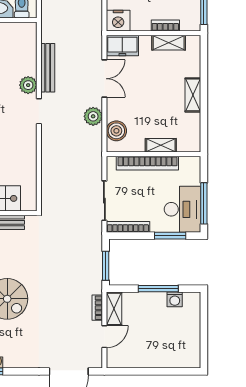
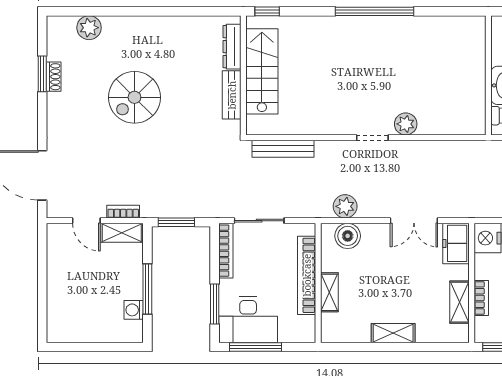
bench: (48, 68) -> (283, 149), moved
plant: (93, 116) -> (345, 206), moved

